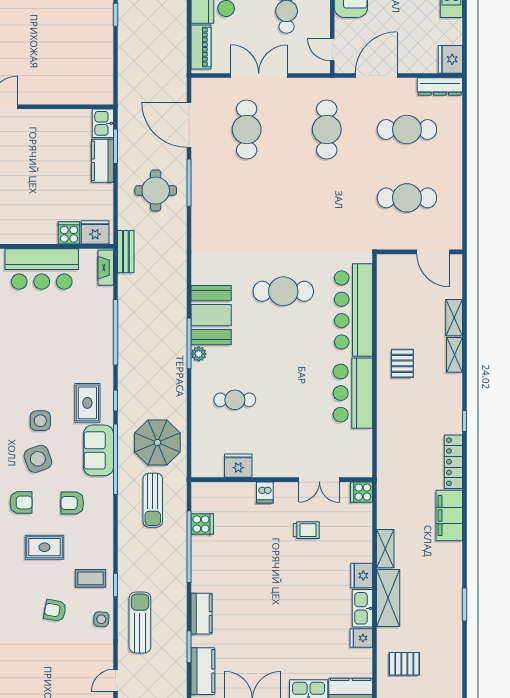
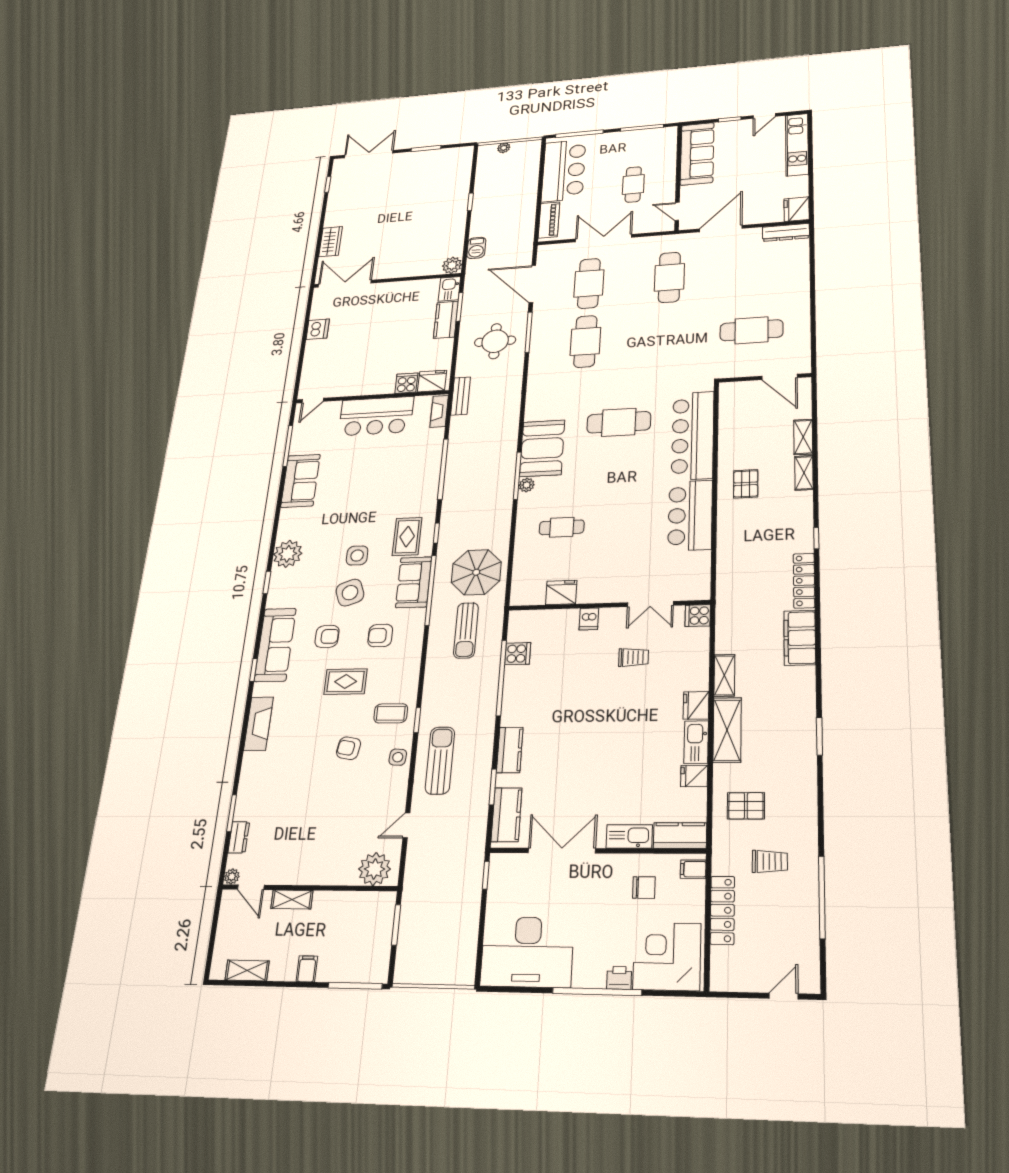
barbecue: (127, 75) -> (476, 248), added
plant: (103, 94) -> (452, 265), added
cafe table: (407, 129) -> (585, 341), moved, turned 90

